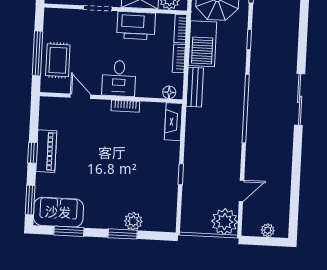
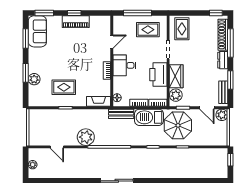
rug: (58, 60) -> (148, 30), moved
rug: (148, 175) -> (64, 87), added
plant: (225, 222) -> (86, 137), moved

